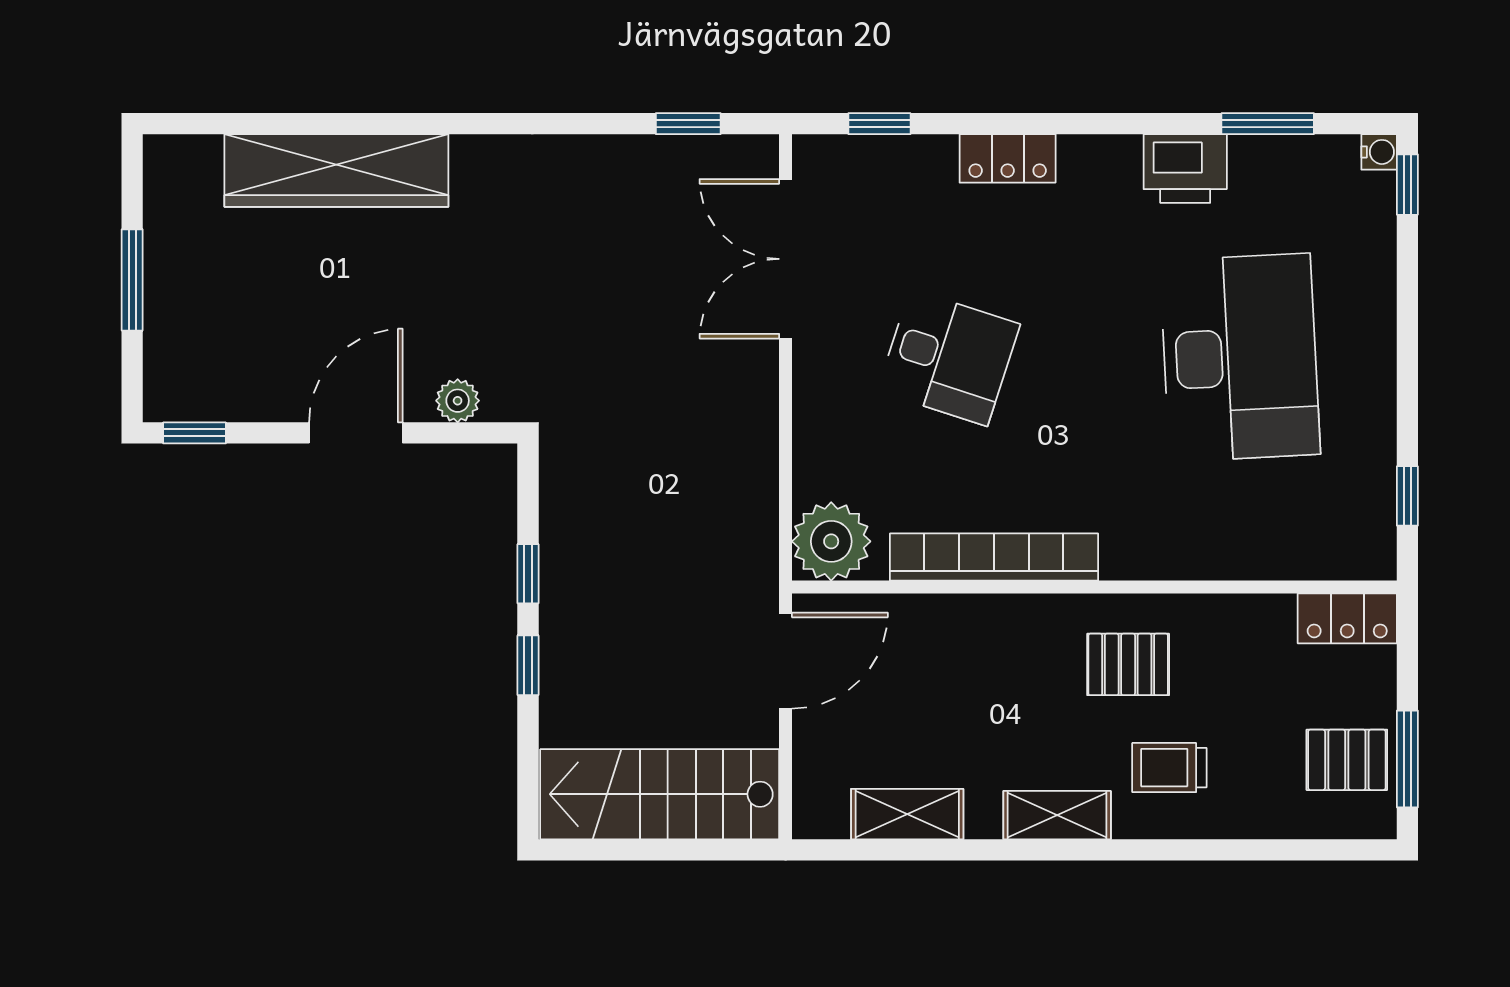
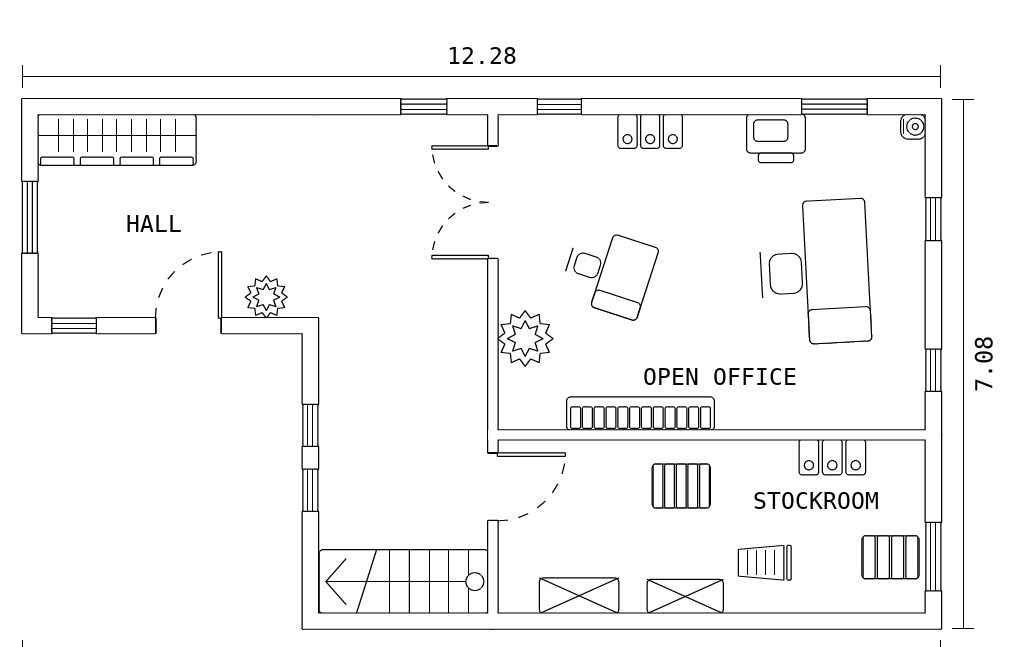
wardrobe: (336, 170) -> (117, 140), moved
window: (1407, 185) -> (933, 219), moved
plant: (458, 401) -> (266, 297), width x1.38, depth x1.38
plant: (831, 541) -> (525, 339), moved
locker: (1347, 618) -> (832, 457), moved
pallet: (1128, 664) -> (681, 486), moved

